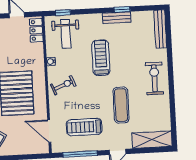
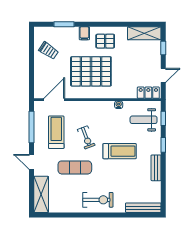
window: (122, 9) -> (163, 145), moved
exercise bike: (63, 85) -> (86, 137), moved

